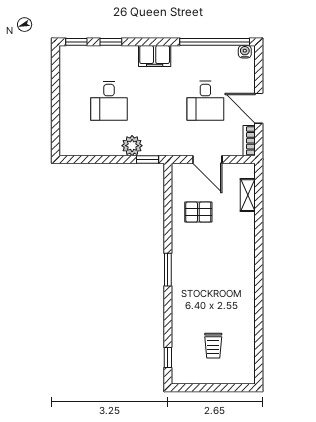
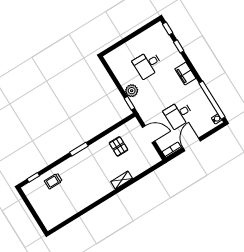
door: (207, 159) -> (149, 134), swing flipped
shelving: (248, 195) -> (122, 180), moved
trolley: (213, 346) -> (53, 181), moved

